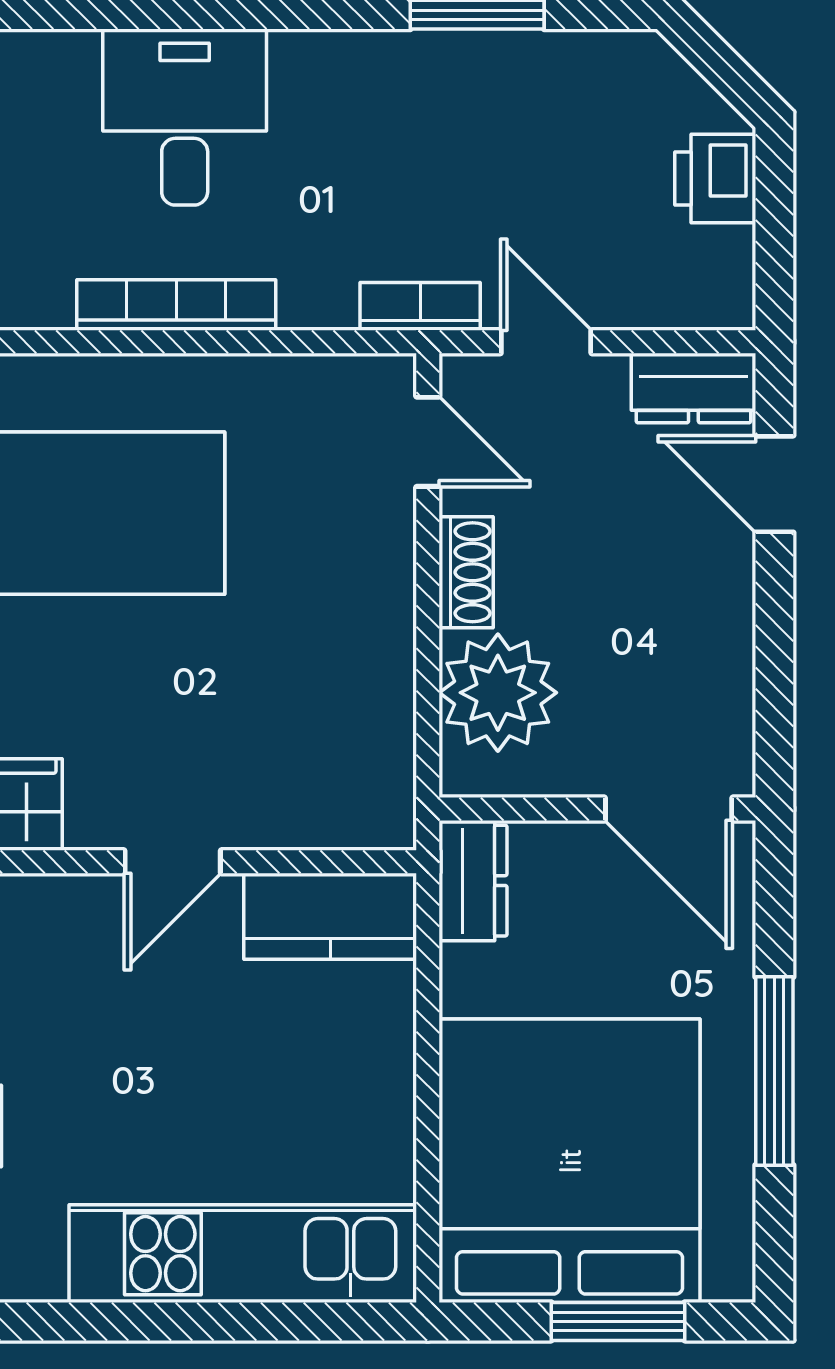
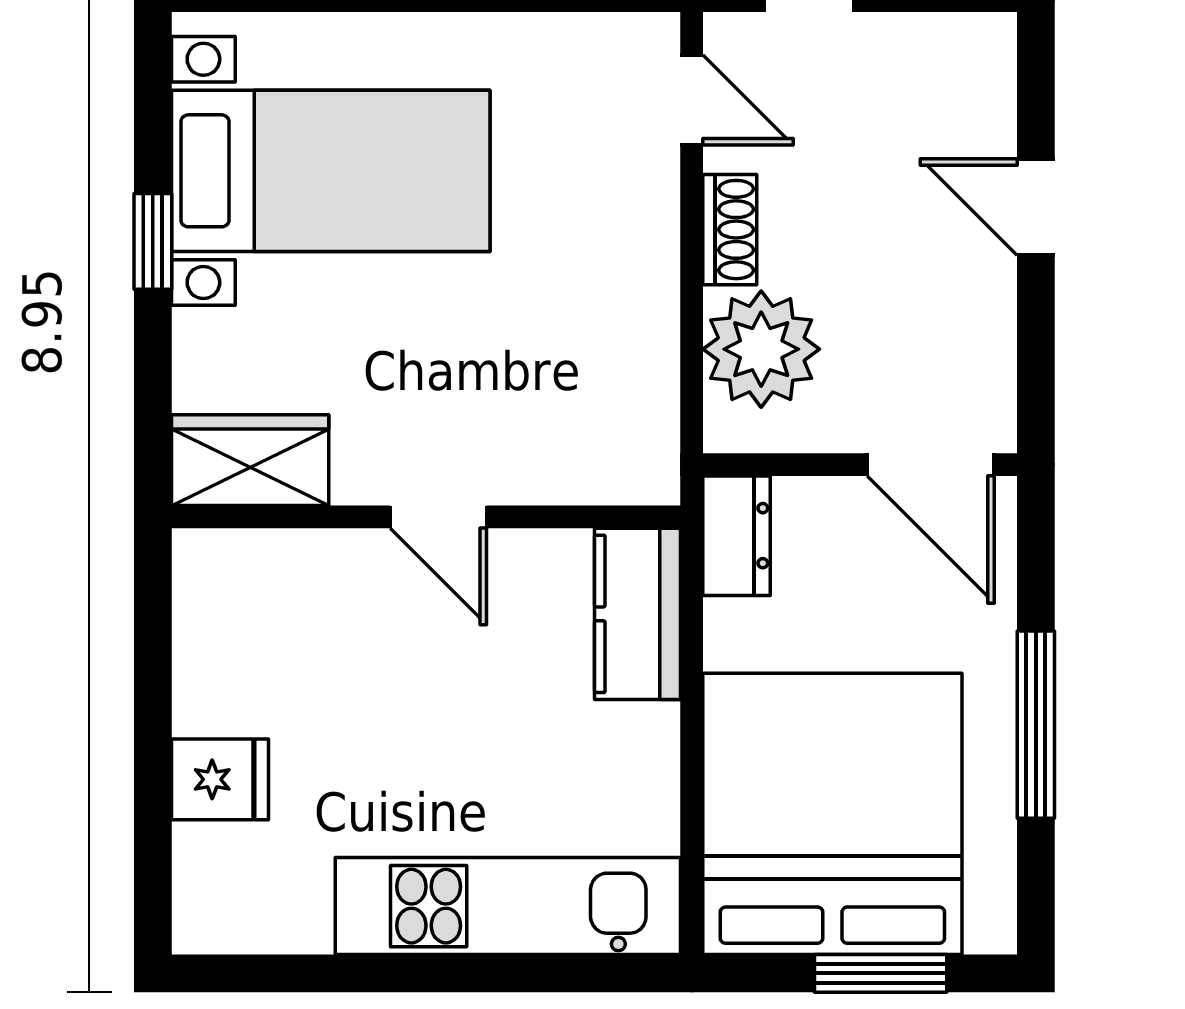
dresser: (693, 388) -> (955, 47), removed
door: (774, 484) -> (1036, 207), moved
door: (173, 862) -> (438, 517), hinge flipped
kitchen counter: (330, 916) -> (638, 614), moved, turned 90

